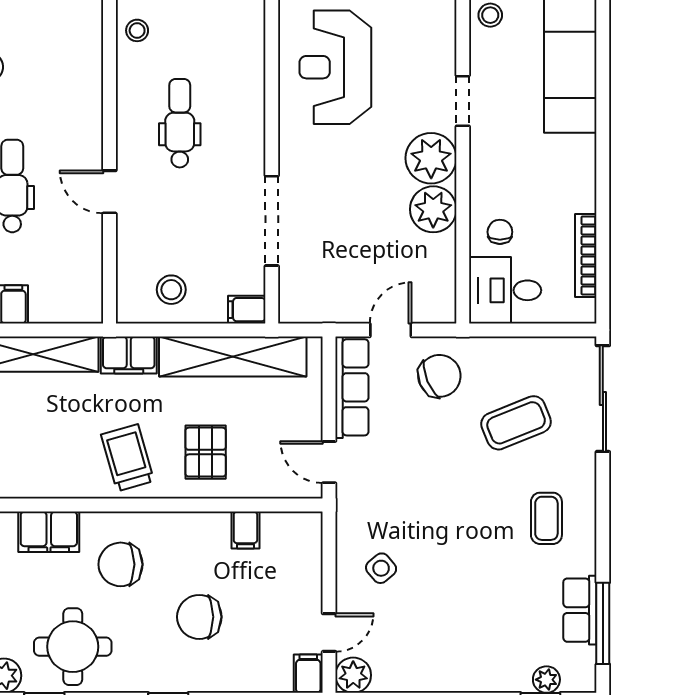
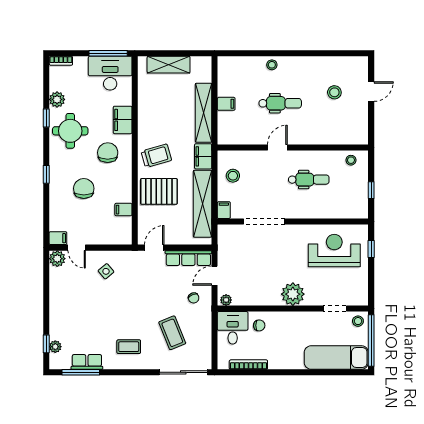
doorway: (463, 101) -> (335, 309), moved
plant: (433, 209) -> (226, 300), moved, width x0.53, depth x0.53
door: (391, 330) -> (215, 276), swing flipped
chair: (439, 376) -> (194, 298), width x0.54, depth x0.54
pallet: (206, 452) -> (159, 191), width x1.50, depth x1.42

